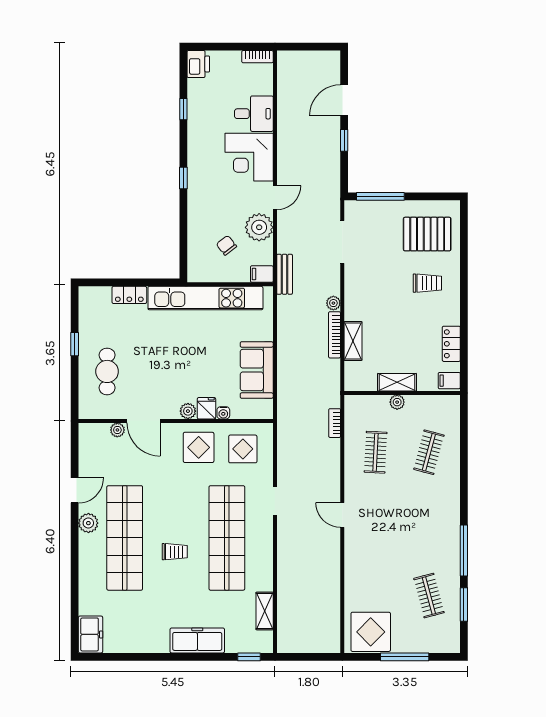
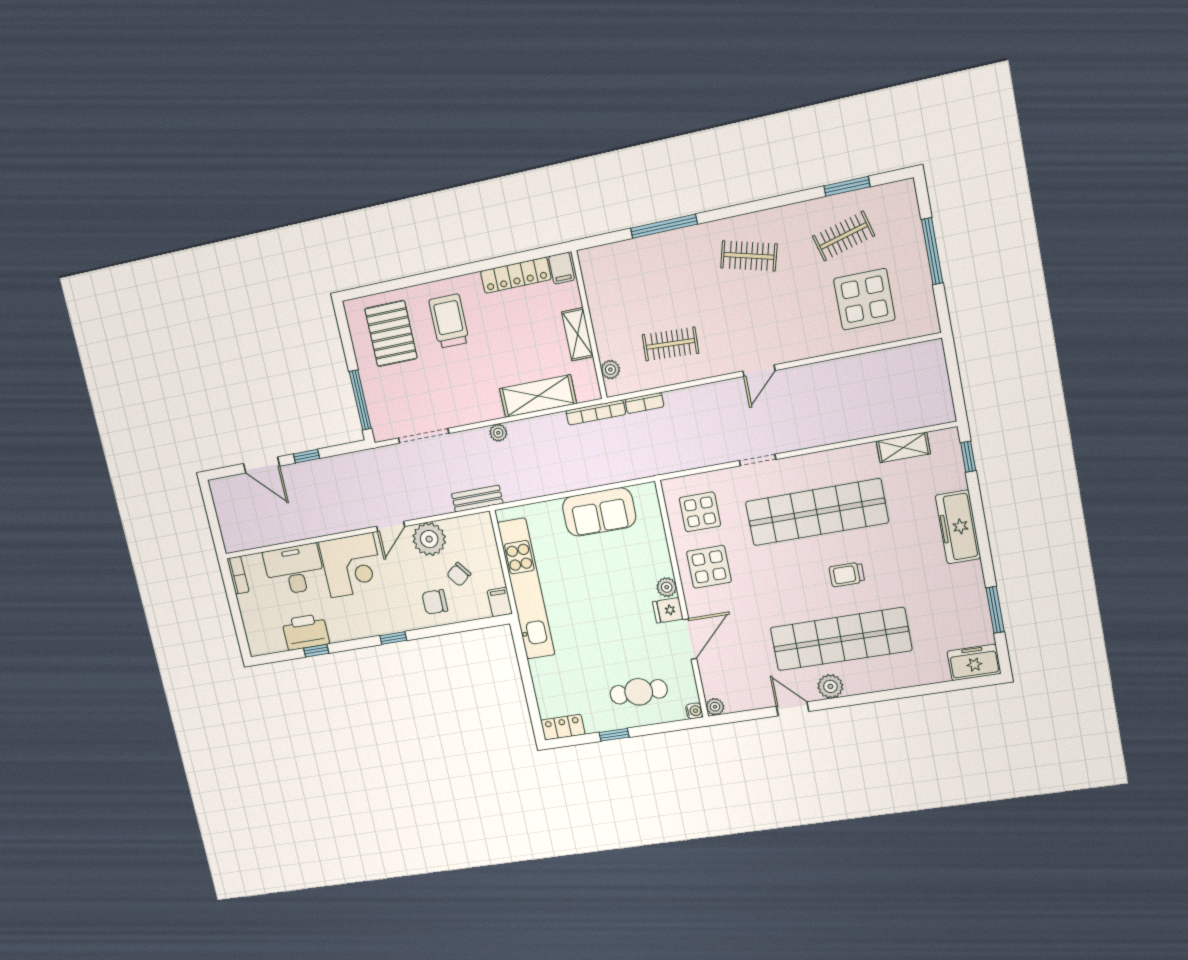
printer: (198, 64) -> (306, 632), moved, width x1.37, depth x1.19
desk: (254, 114) -> (294, 570), width x1.37
door: (275, 198) -> (391, 526), swing flipped
chair: (207, 220) -> (435, 602), added
filing cabinet: (262, 274) -> (500, 602), moved, turned 180
trolley: (427, 283) -> (449, 321), width x1.36, depth x1.39
locker: (129, 295) -> (563, 727), moved, turned -90
bookcase: (335, 335) -> (596, 413), moved
shelving: (353, 341) -> (538, 396), width x1.50, depth x1.33
locker: (451, 344) -> (516, 275), width x1.53
plant: (397, 402) -> (610, 370), moved
fridge: (206, 408) -> (668, 610), moved
water cooler: (223, 413) -> (694, 711), moved
plant: (117, 430) -> (715, 707), moved
clothes rail: (429, 452) -> (749, 256), moved
window: (464, 550) -> (664, 226), moved
trolley: (175, 552) -> (847, 574), turned -90
display table: (371, 632) -> (864, 299), moved
window: (129, 657) -> (995, 610), added

